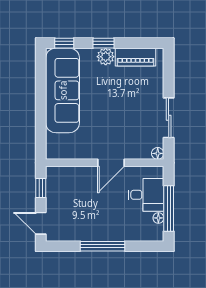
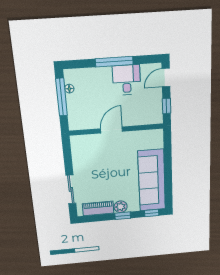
sliding door: (169, 118) -> (71, 189), moved
floor lamp: (158, 153) -> (75, 140), removed
desk: (146, 195) -> (127, 80), moved, turned 90
door: (41, 223) -> (166, 78), swing flipped

